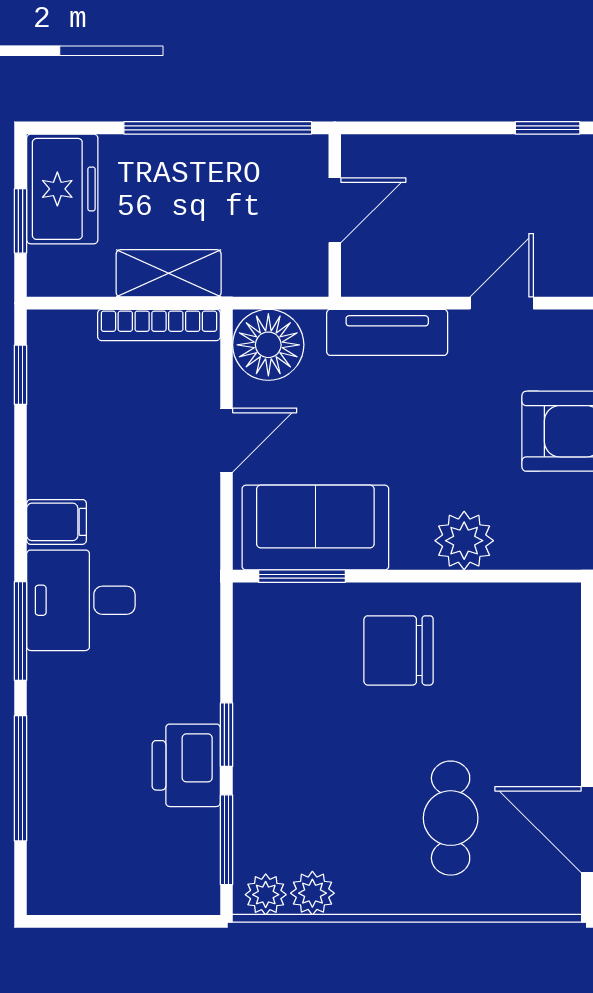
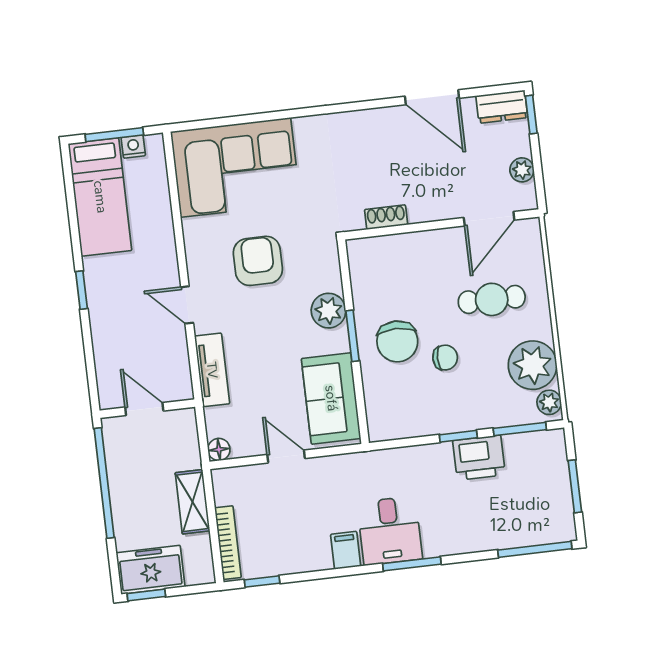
window: (20, 221) -> (146, 595), moved
bookcase: (159, 325) -> (228, 543), moved
floor lamp: (268, 345) -> (219, 450), width x0.53, depth x0.53
window: (302, 576) -> (353, 336), moved
chair: (362, 728) -> (445, 358), added
window: (20, 778) -> (535, 549), moved
plant: (312, 893) -> (533, 365), width x1.88, depth x1.88
window: (119, 921) -> (575, 486), added

